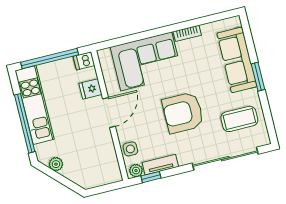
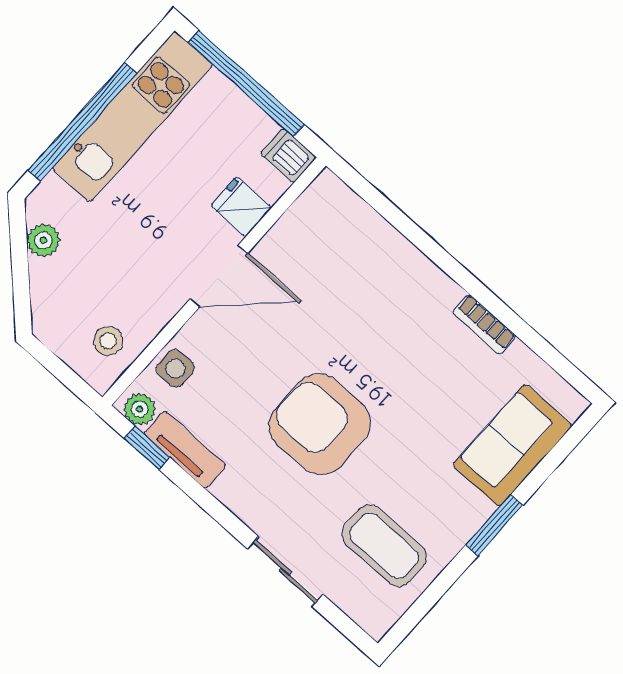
sofa: (237, 60) -> (512, 445), width x0.73
corner sofa: (146, 61) -> (372, 281), removed
sliding door: (225, 159) -> (285, 572), width x0.54
stool: (105, 165) -> (108, 341), added

